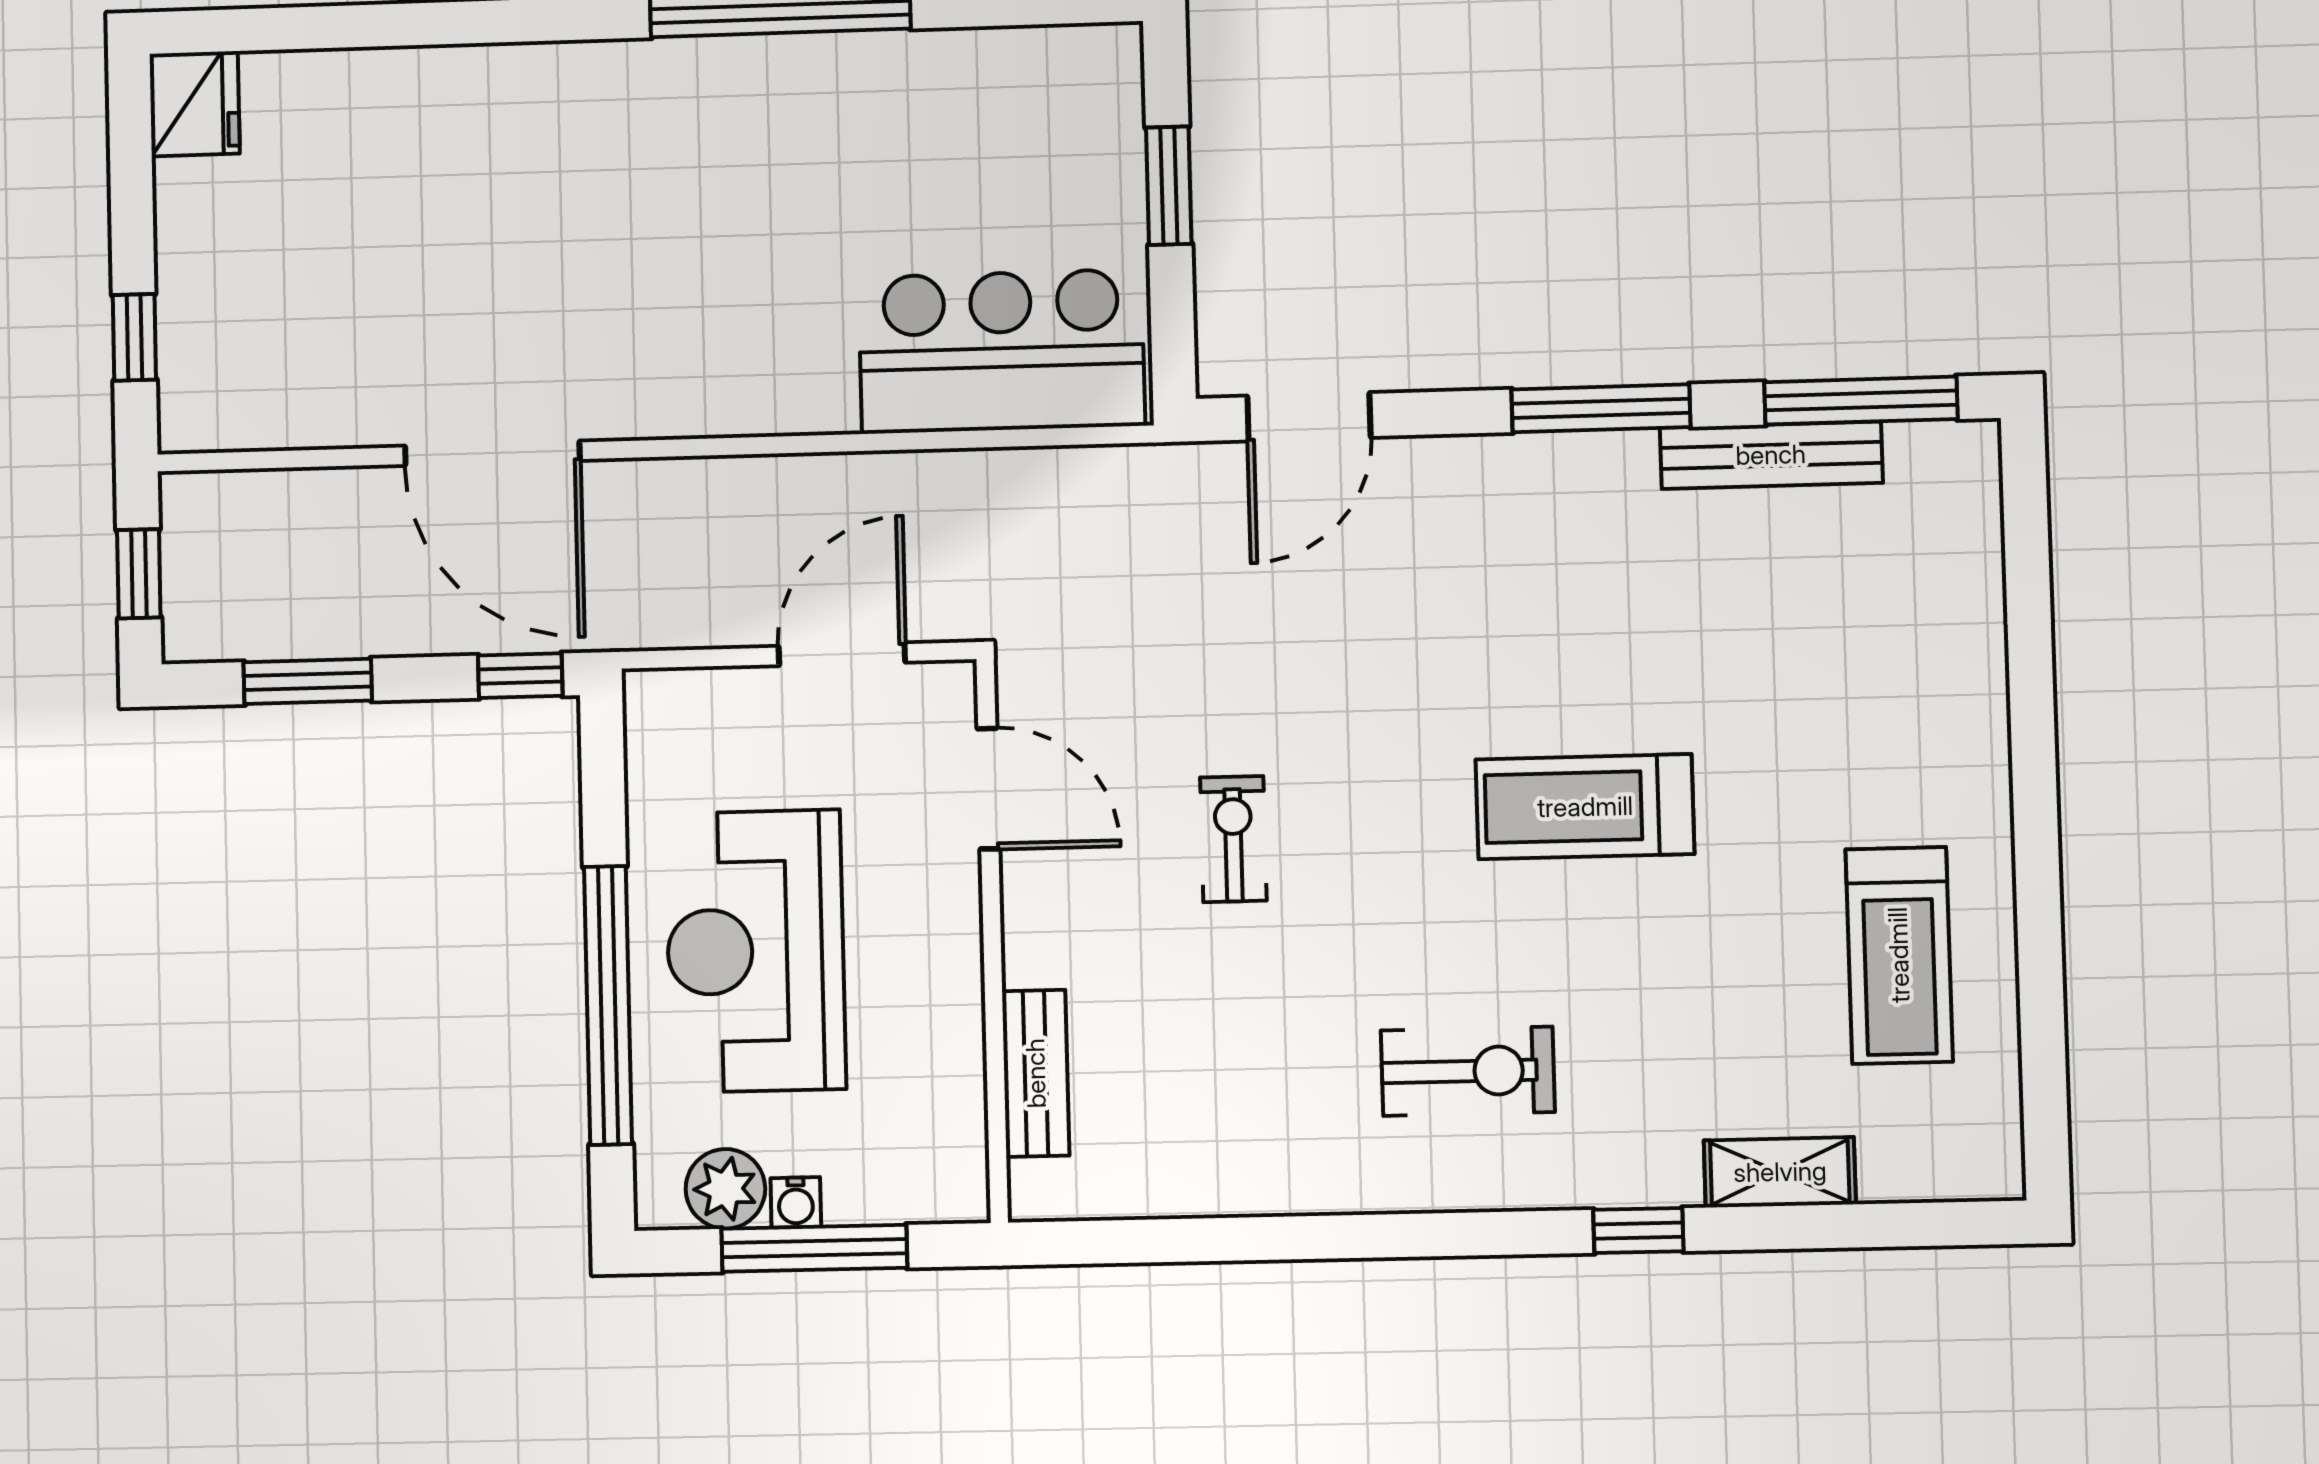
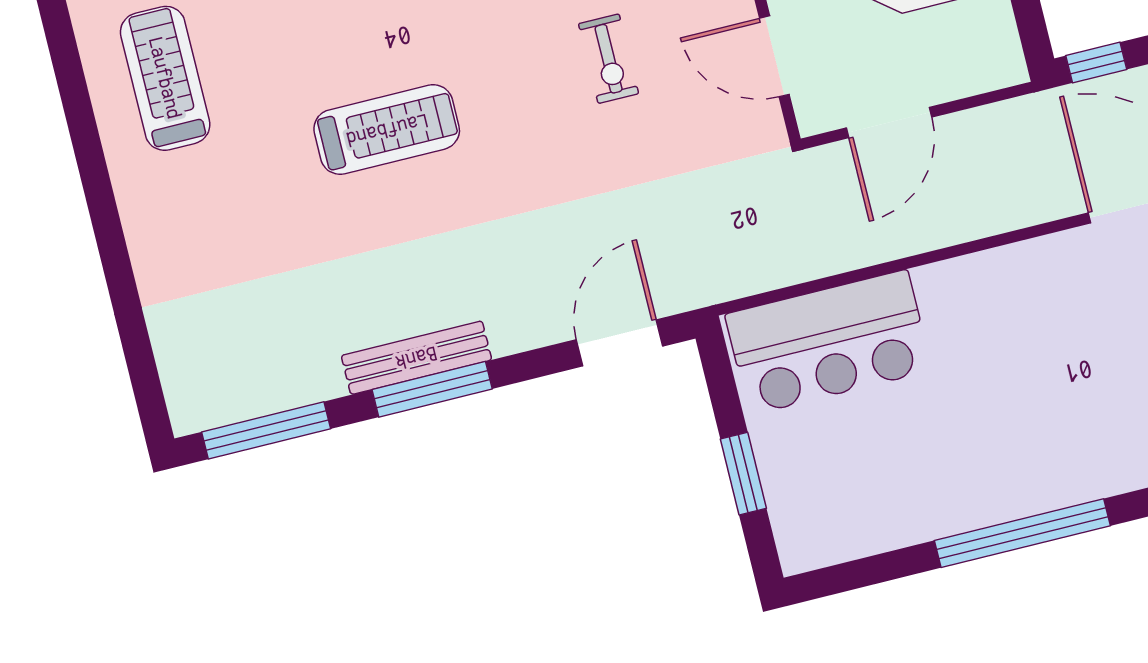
bench: (1771, 455) -> (416, 358), moved

